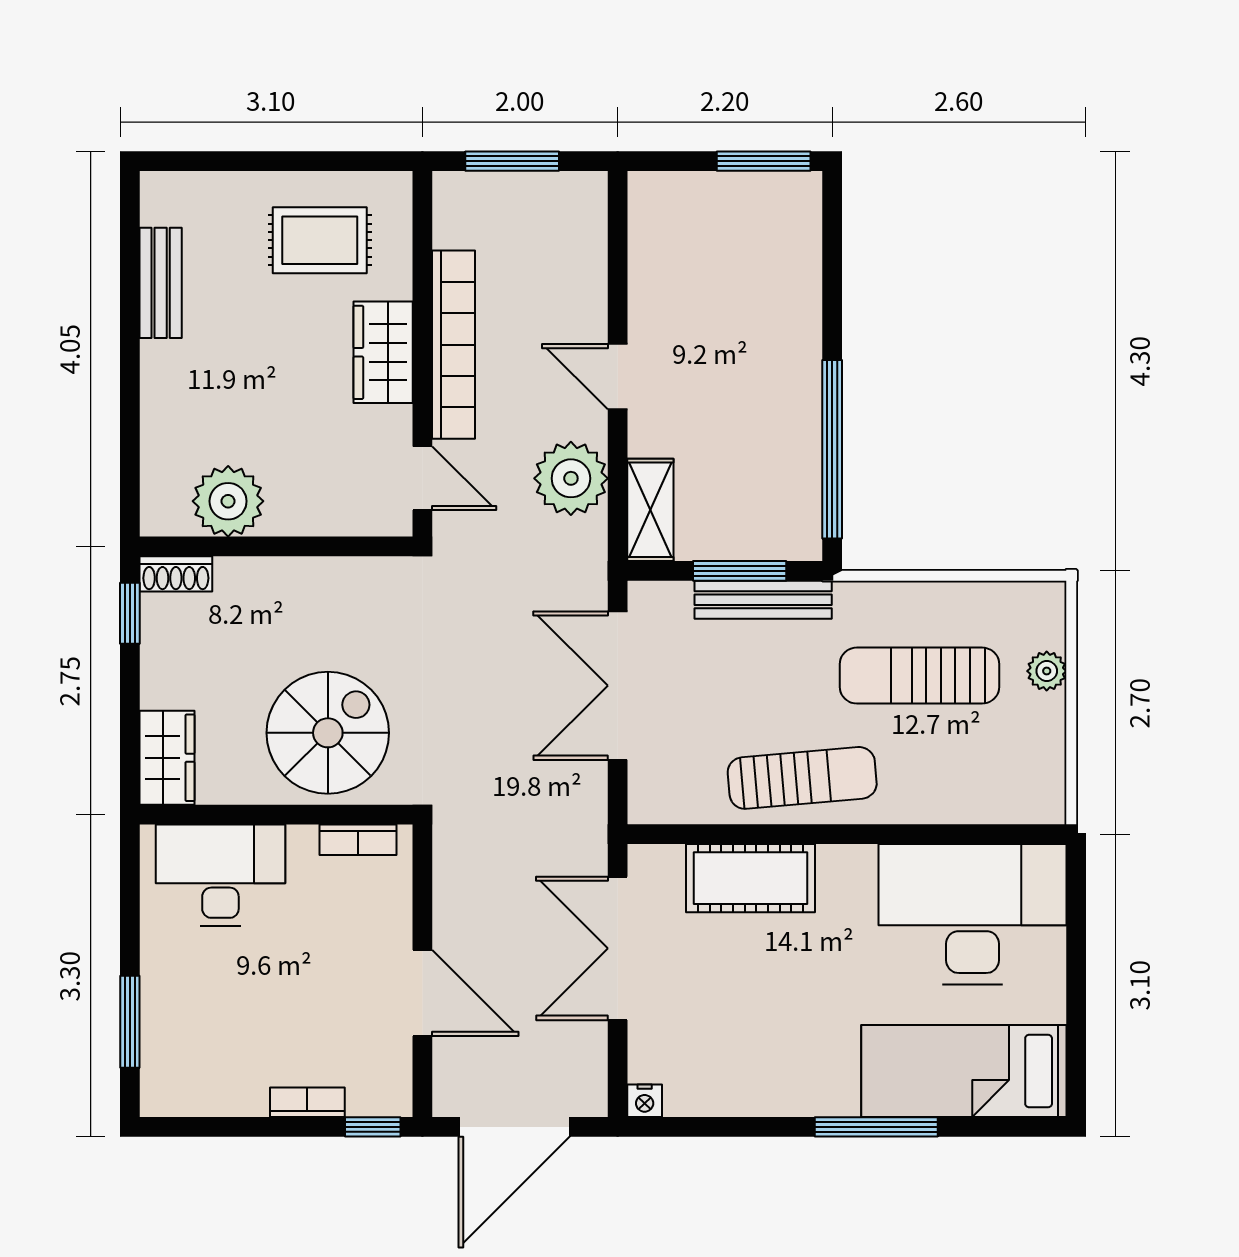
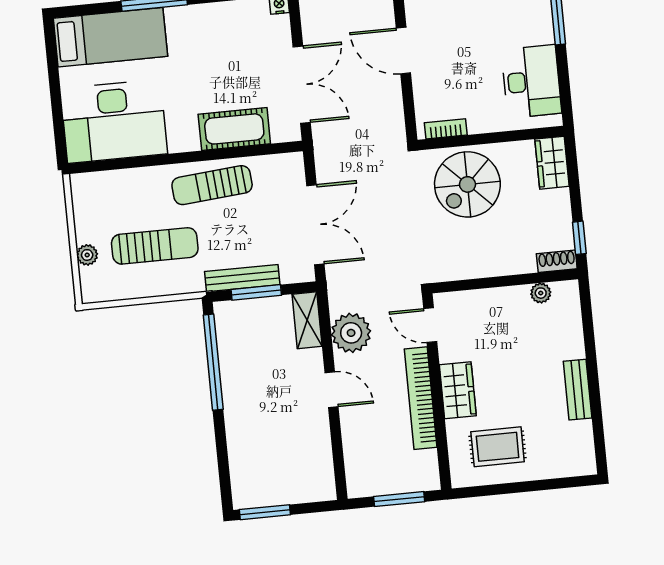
bench: (161, 283) -> (578, 390), moved
plant: (228, 501) -> (541, 293), width x0.53, depth x0.53
desk: (220, 875) -> (531, 81), moved, turned -90

